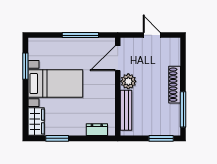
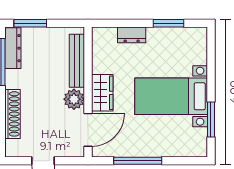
shoe rack: (175, 85) -> (12, 114), moved
dresser: (174, 120) -> (13, 48), added
wardrobe: (36, 121) -> (102, 93), moved, turned 180
dresser: (97, 130) -> (132, 35), moved

